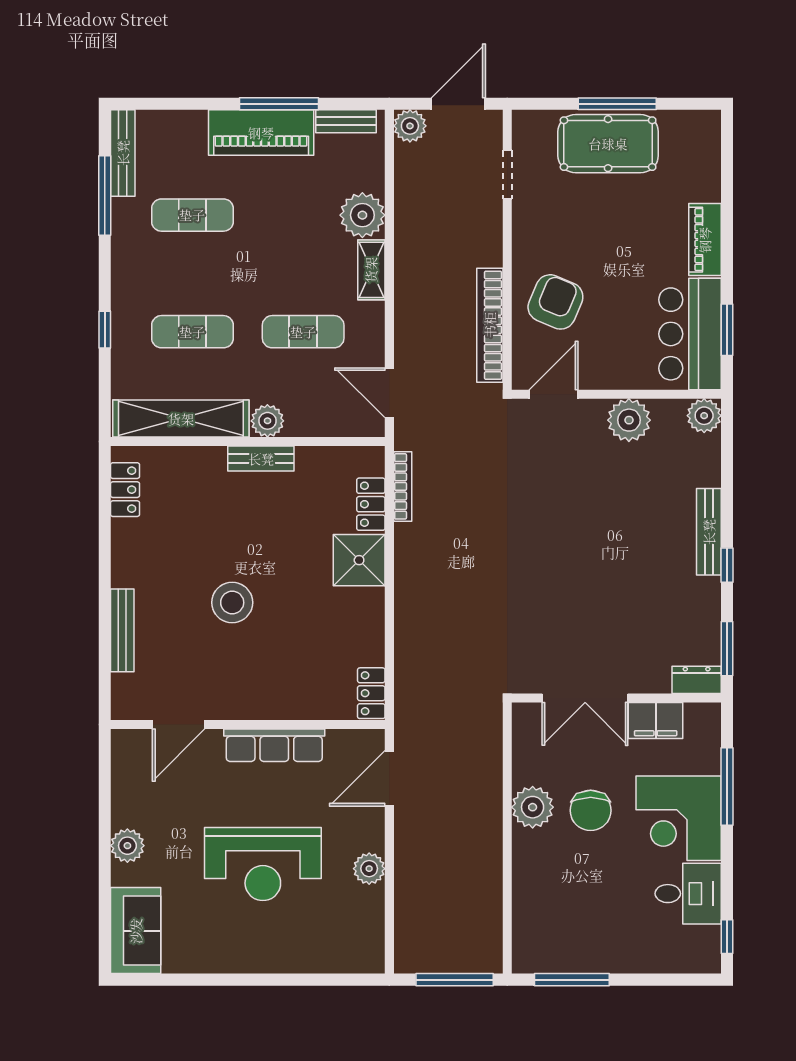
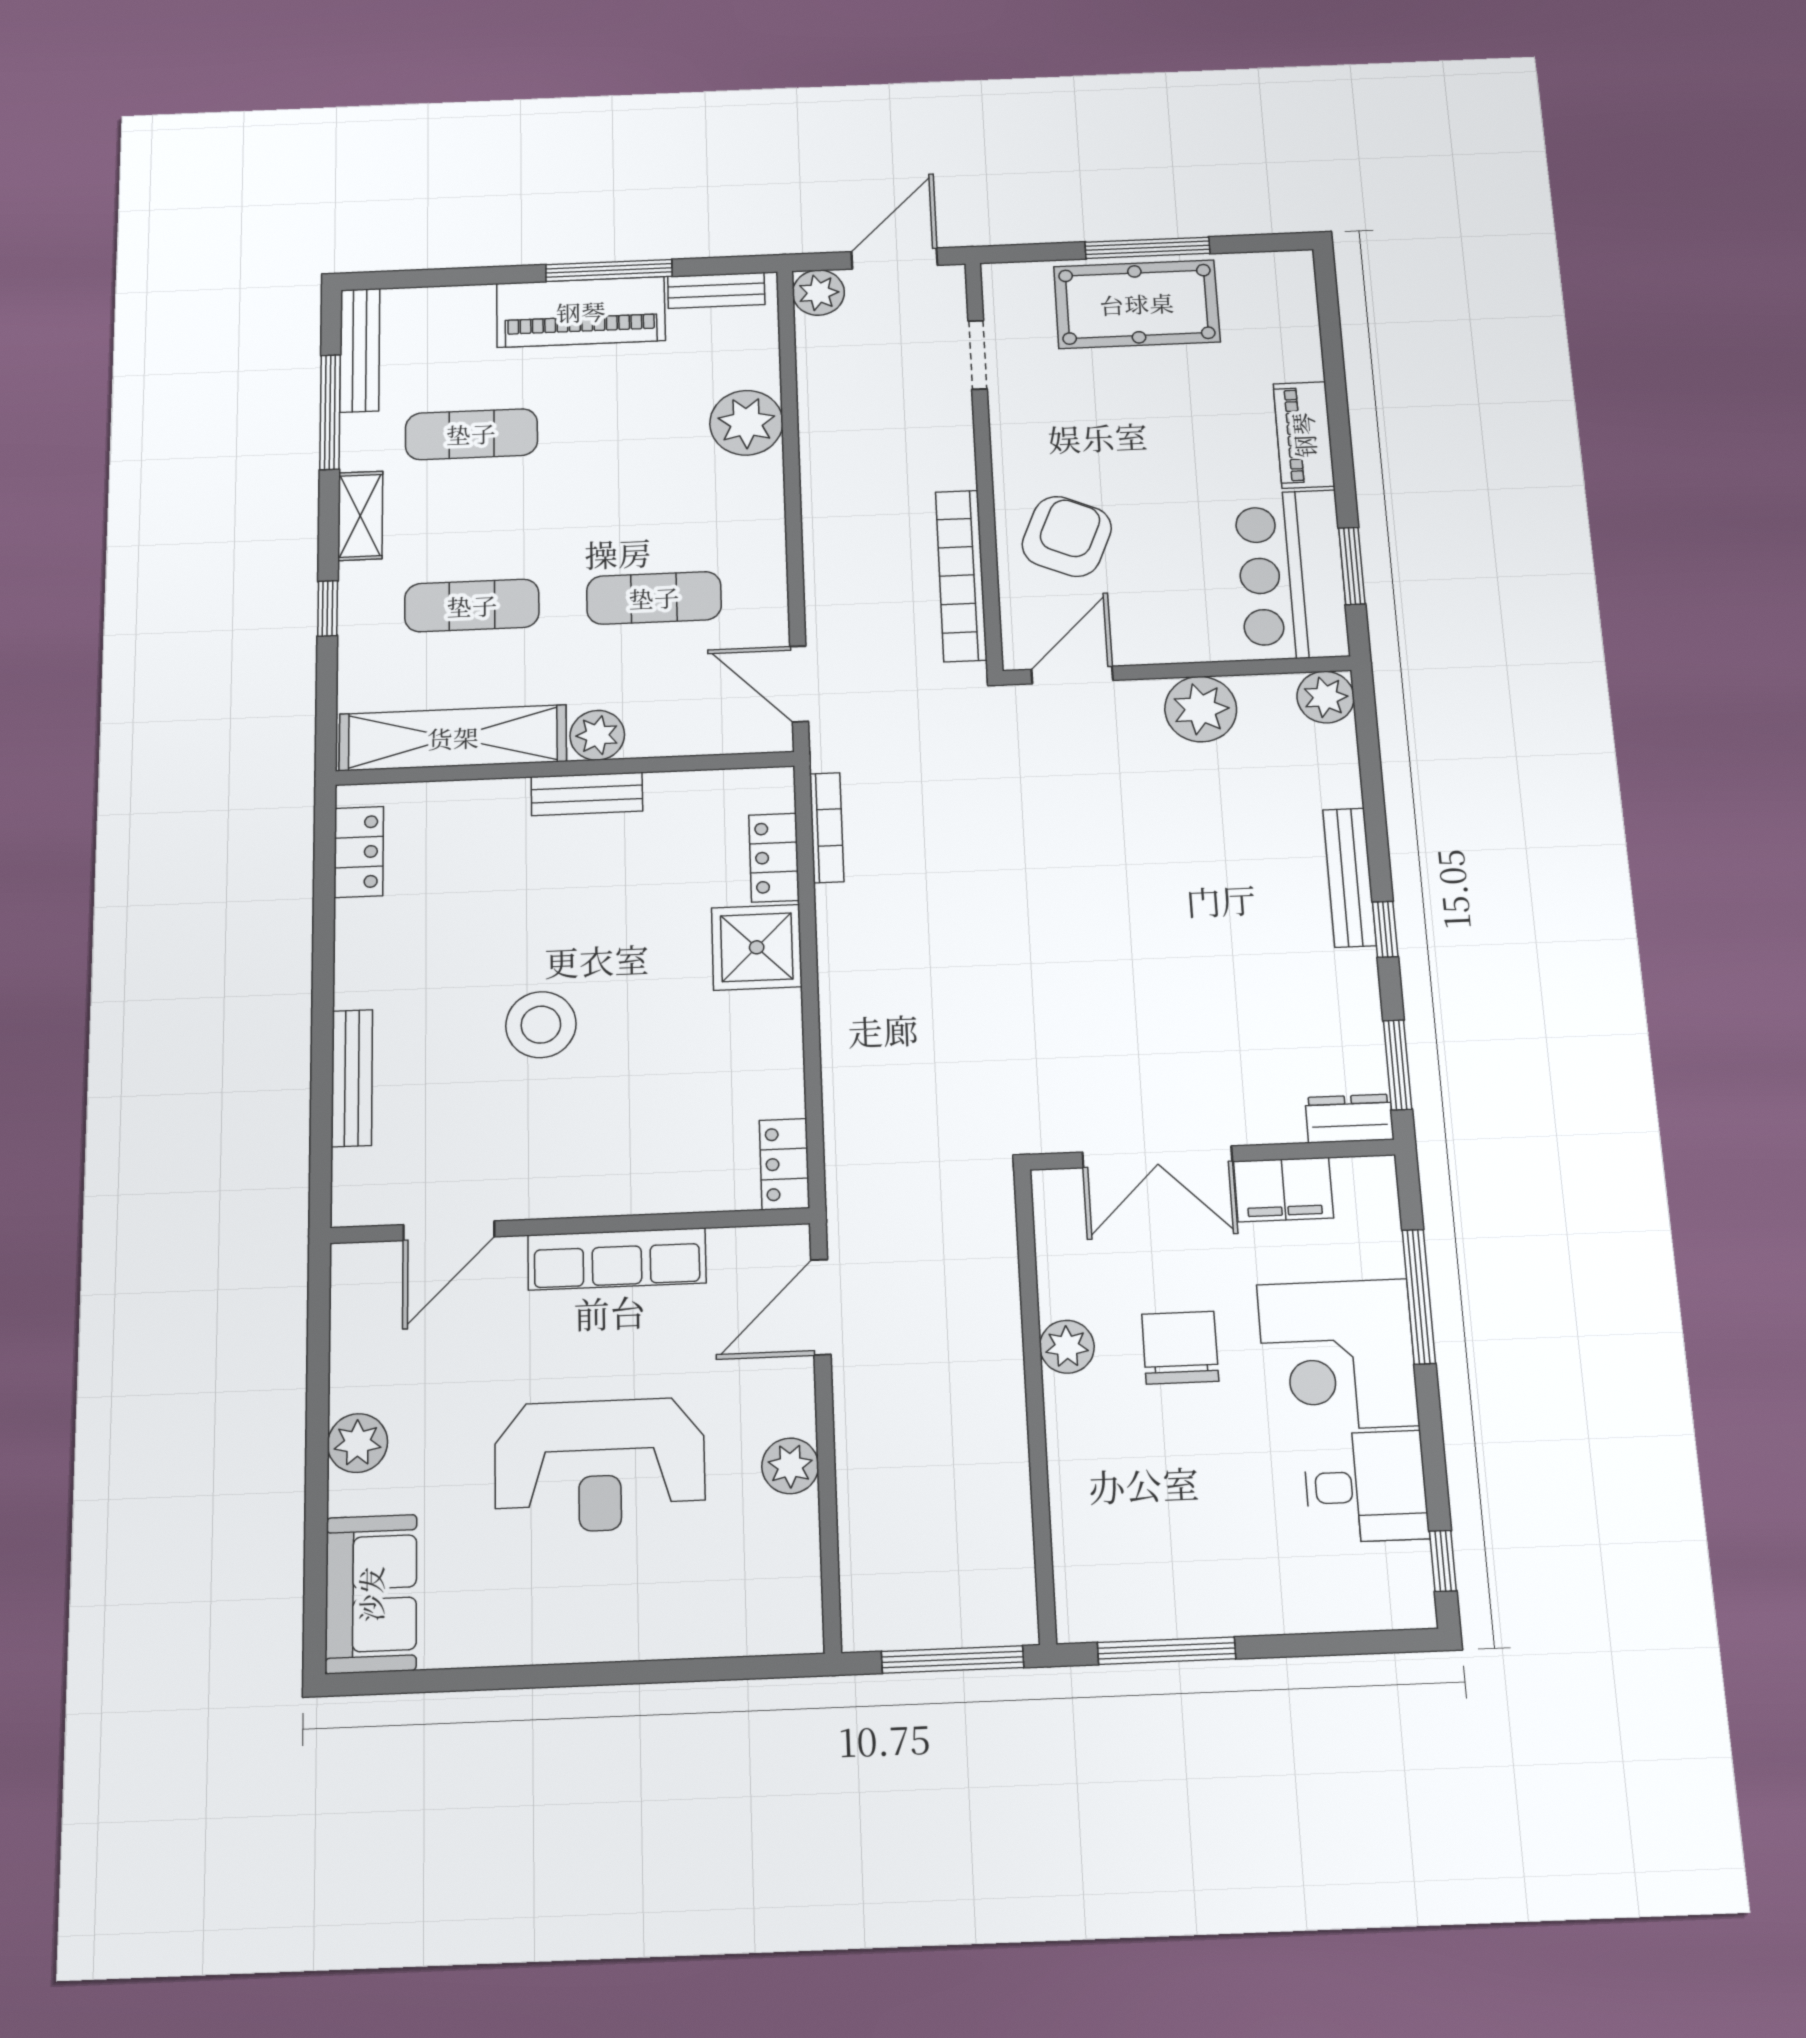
shelving: (371, 270) -> (360, 516), moved
plant: (533, 807) -> (1067, 1347), width x0.73, depth x0.73
chair: (591, 810) -> (1180, 1348), turned 180

